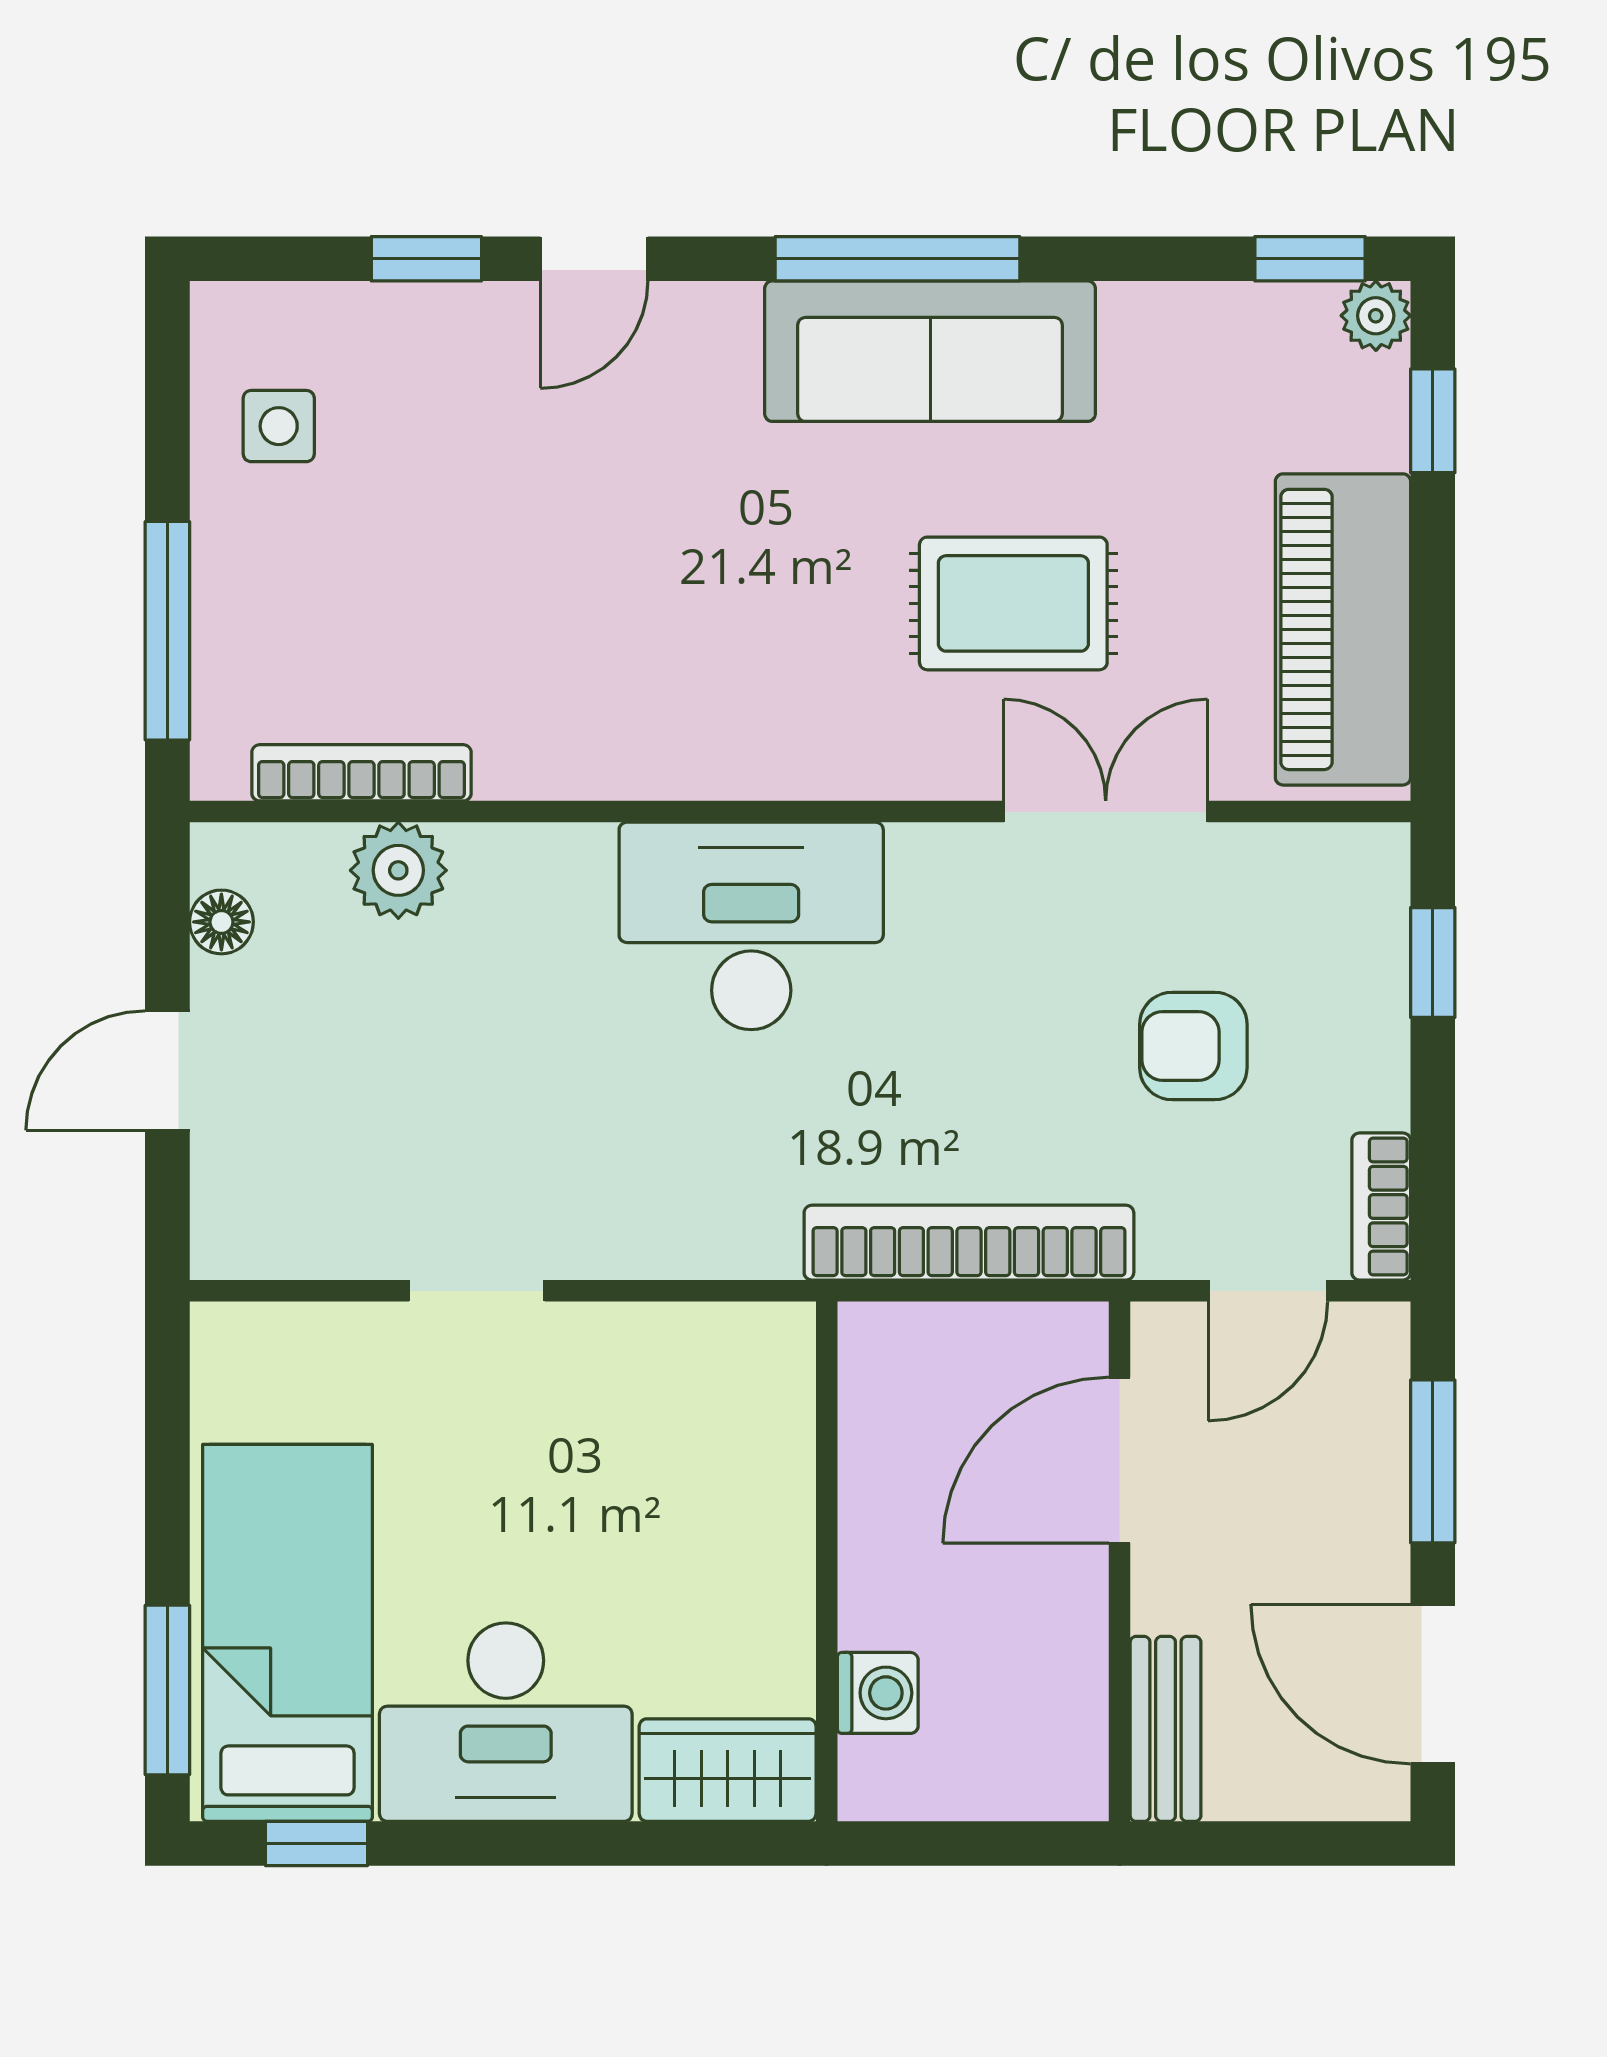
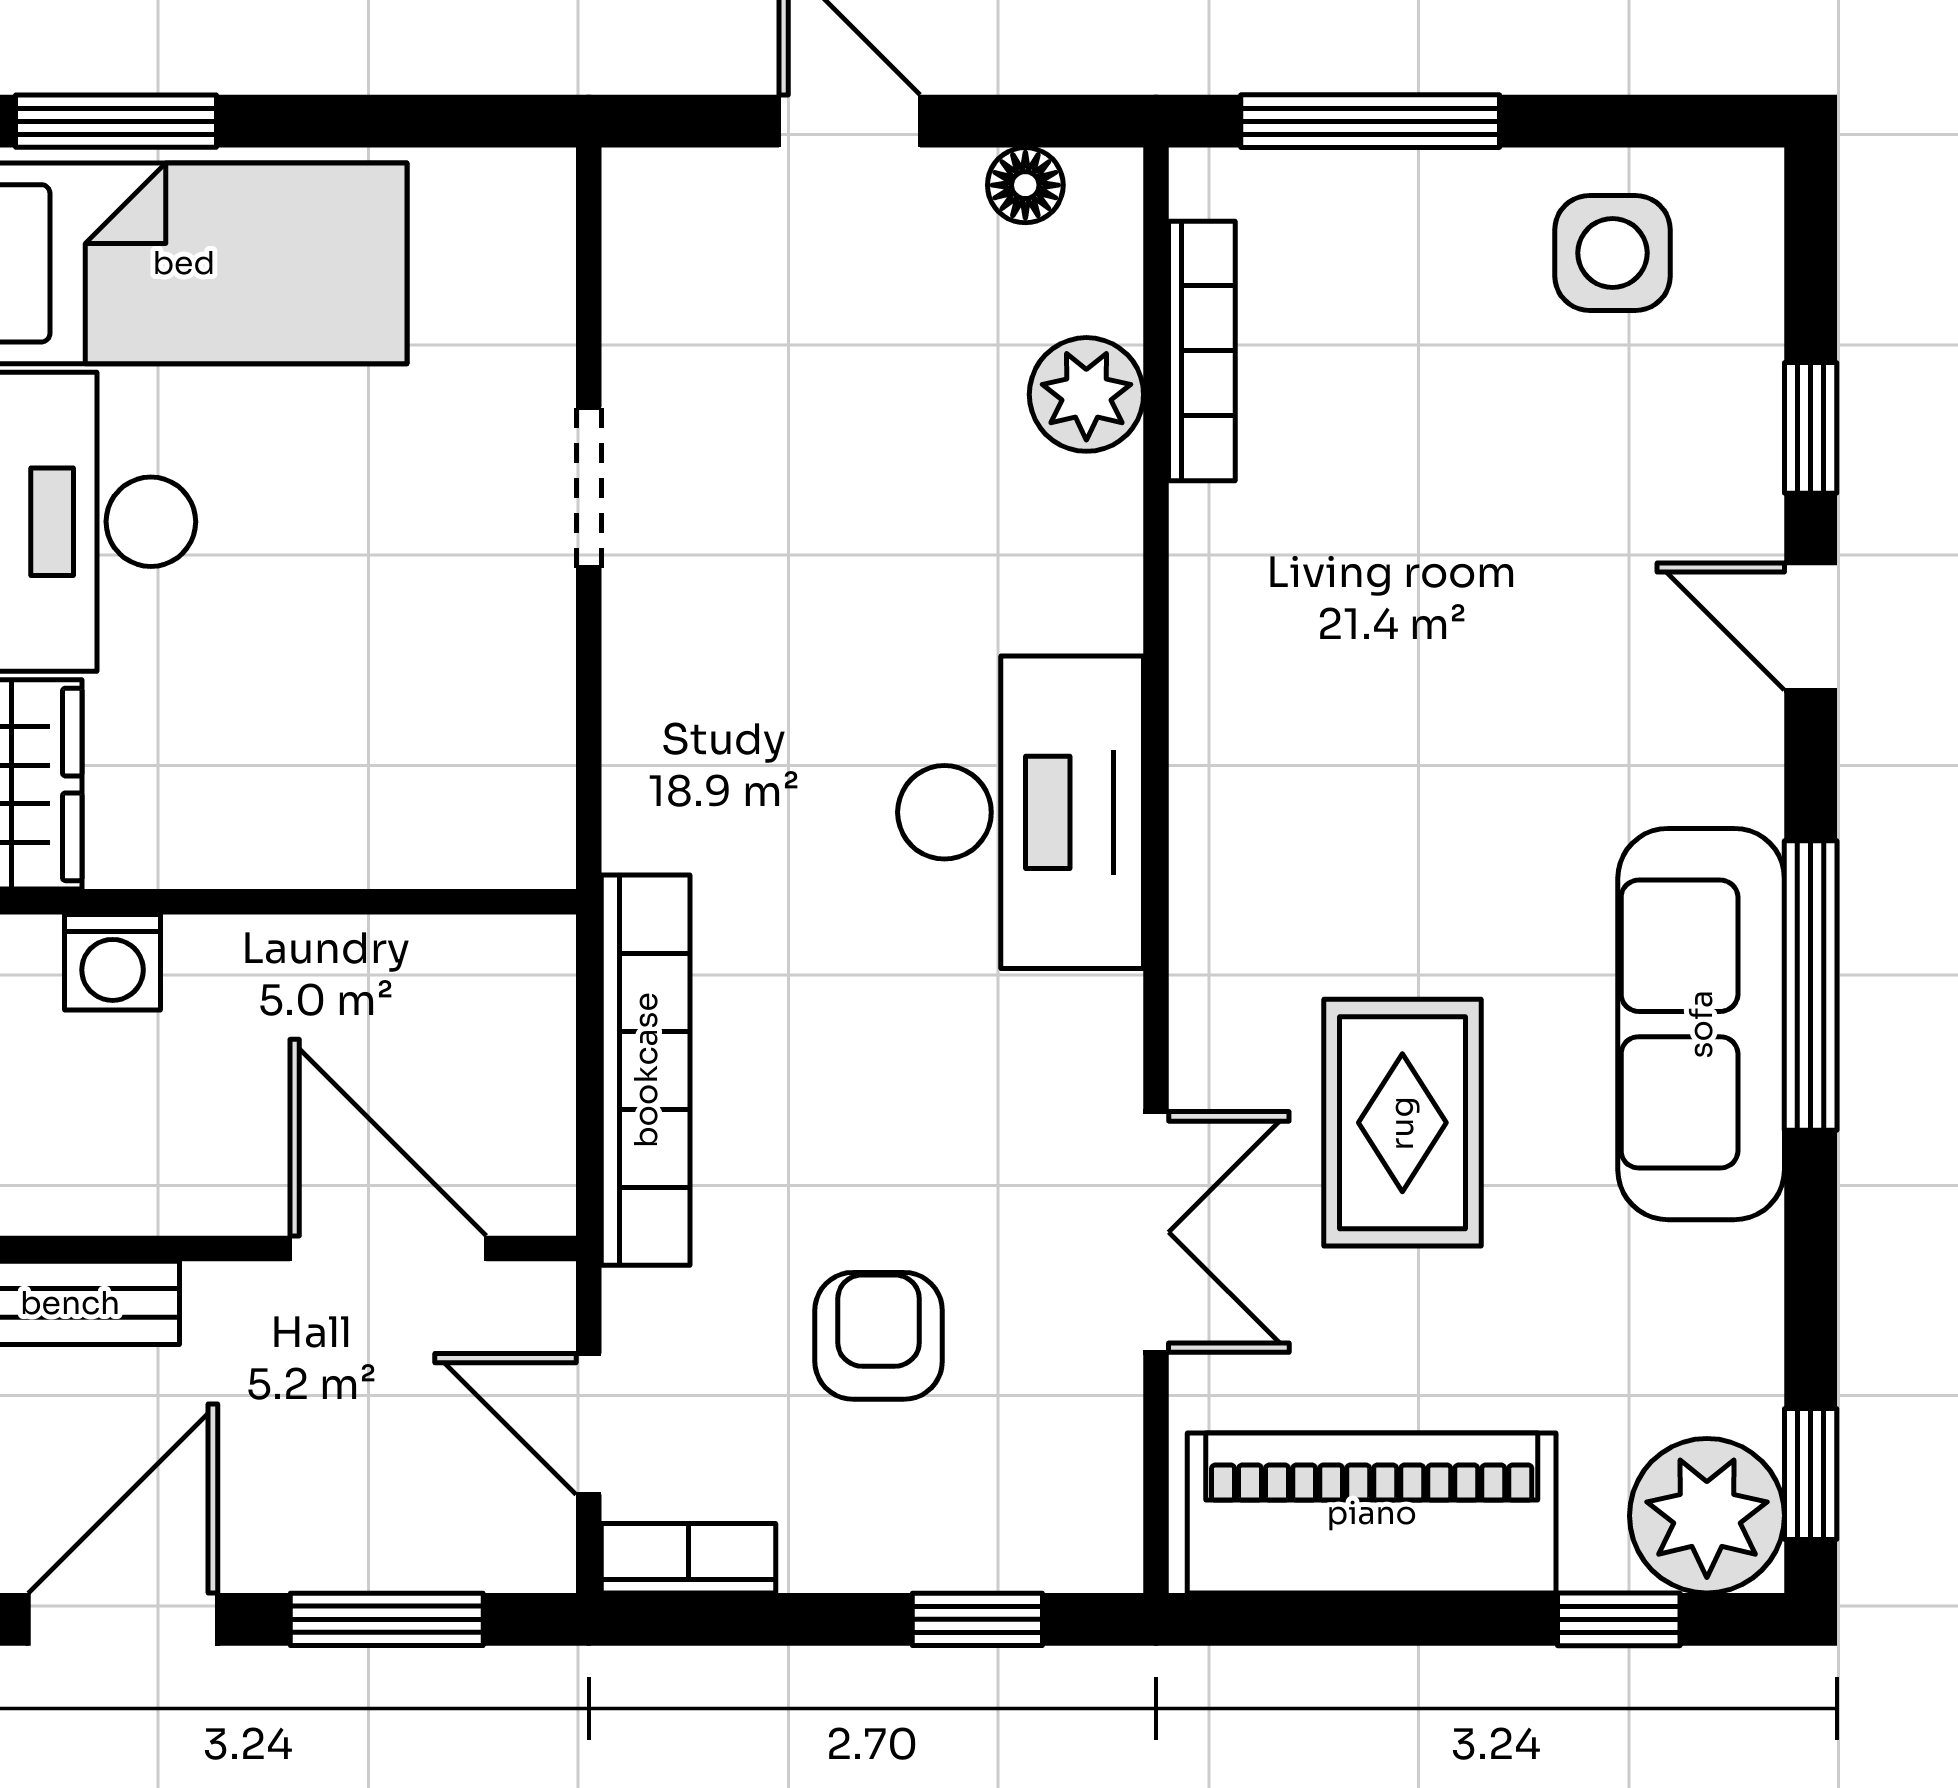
plant: (1376, 316) -> (1707, 1516), width x1.88, depth x1.88
side table: (279, 426) -> (1613, 253), width x1.37, depth x1.37

